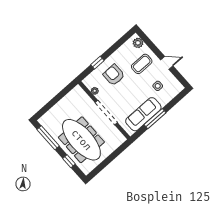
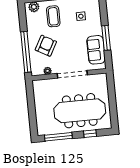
window: (97, 63) -> (26, 52), width x3.17
armchair: (114, 75) -> (46, 46), turned 119
sofa: (143, 114) -> (96, 50), width x0.73

